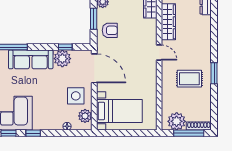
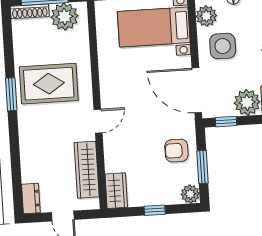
window: (65, 47) -> (226, 122), moved
door: (159, 52) -> (98, 121), swing flipped
rug: (189, 79) -> (49, 84), width x1.36, depth x1.43

